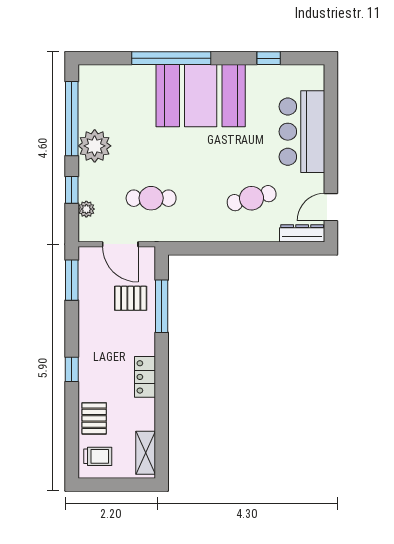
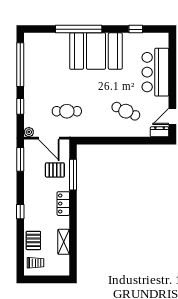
plant: (95, 146) -> (34, 81), removed
cafe table: (252, 198) -> (126, 111), turned 39
plant: (86, 209) -> (29, 132), moved
dresser: (302, 233) -> (160, 132), width x0.70
locker: (145, 377) -> (63, 204), moved
shelving: (146, 453) -> (64, 242), moved

